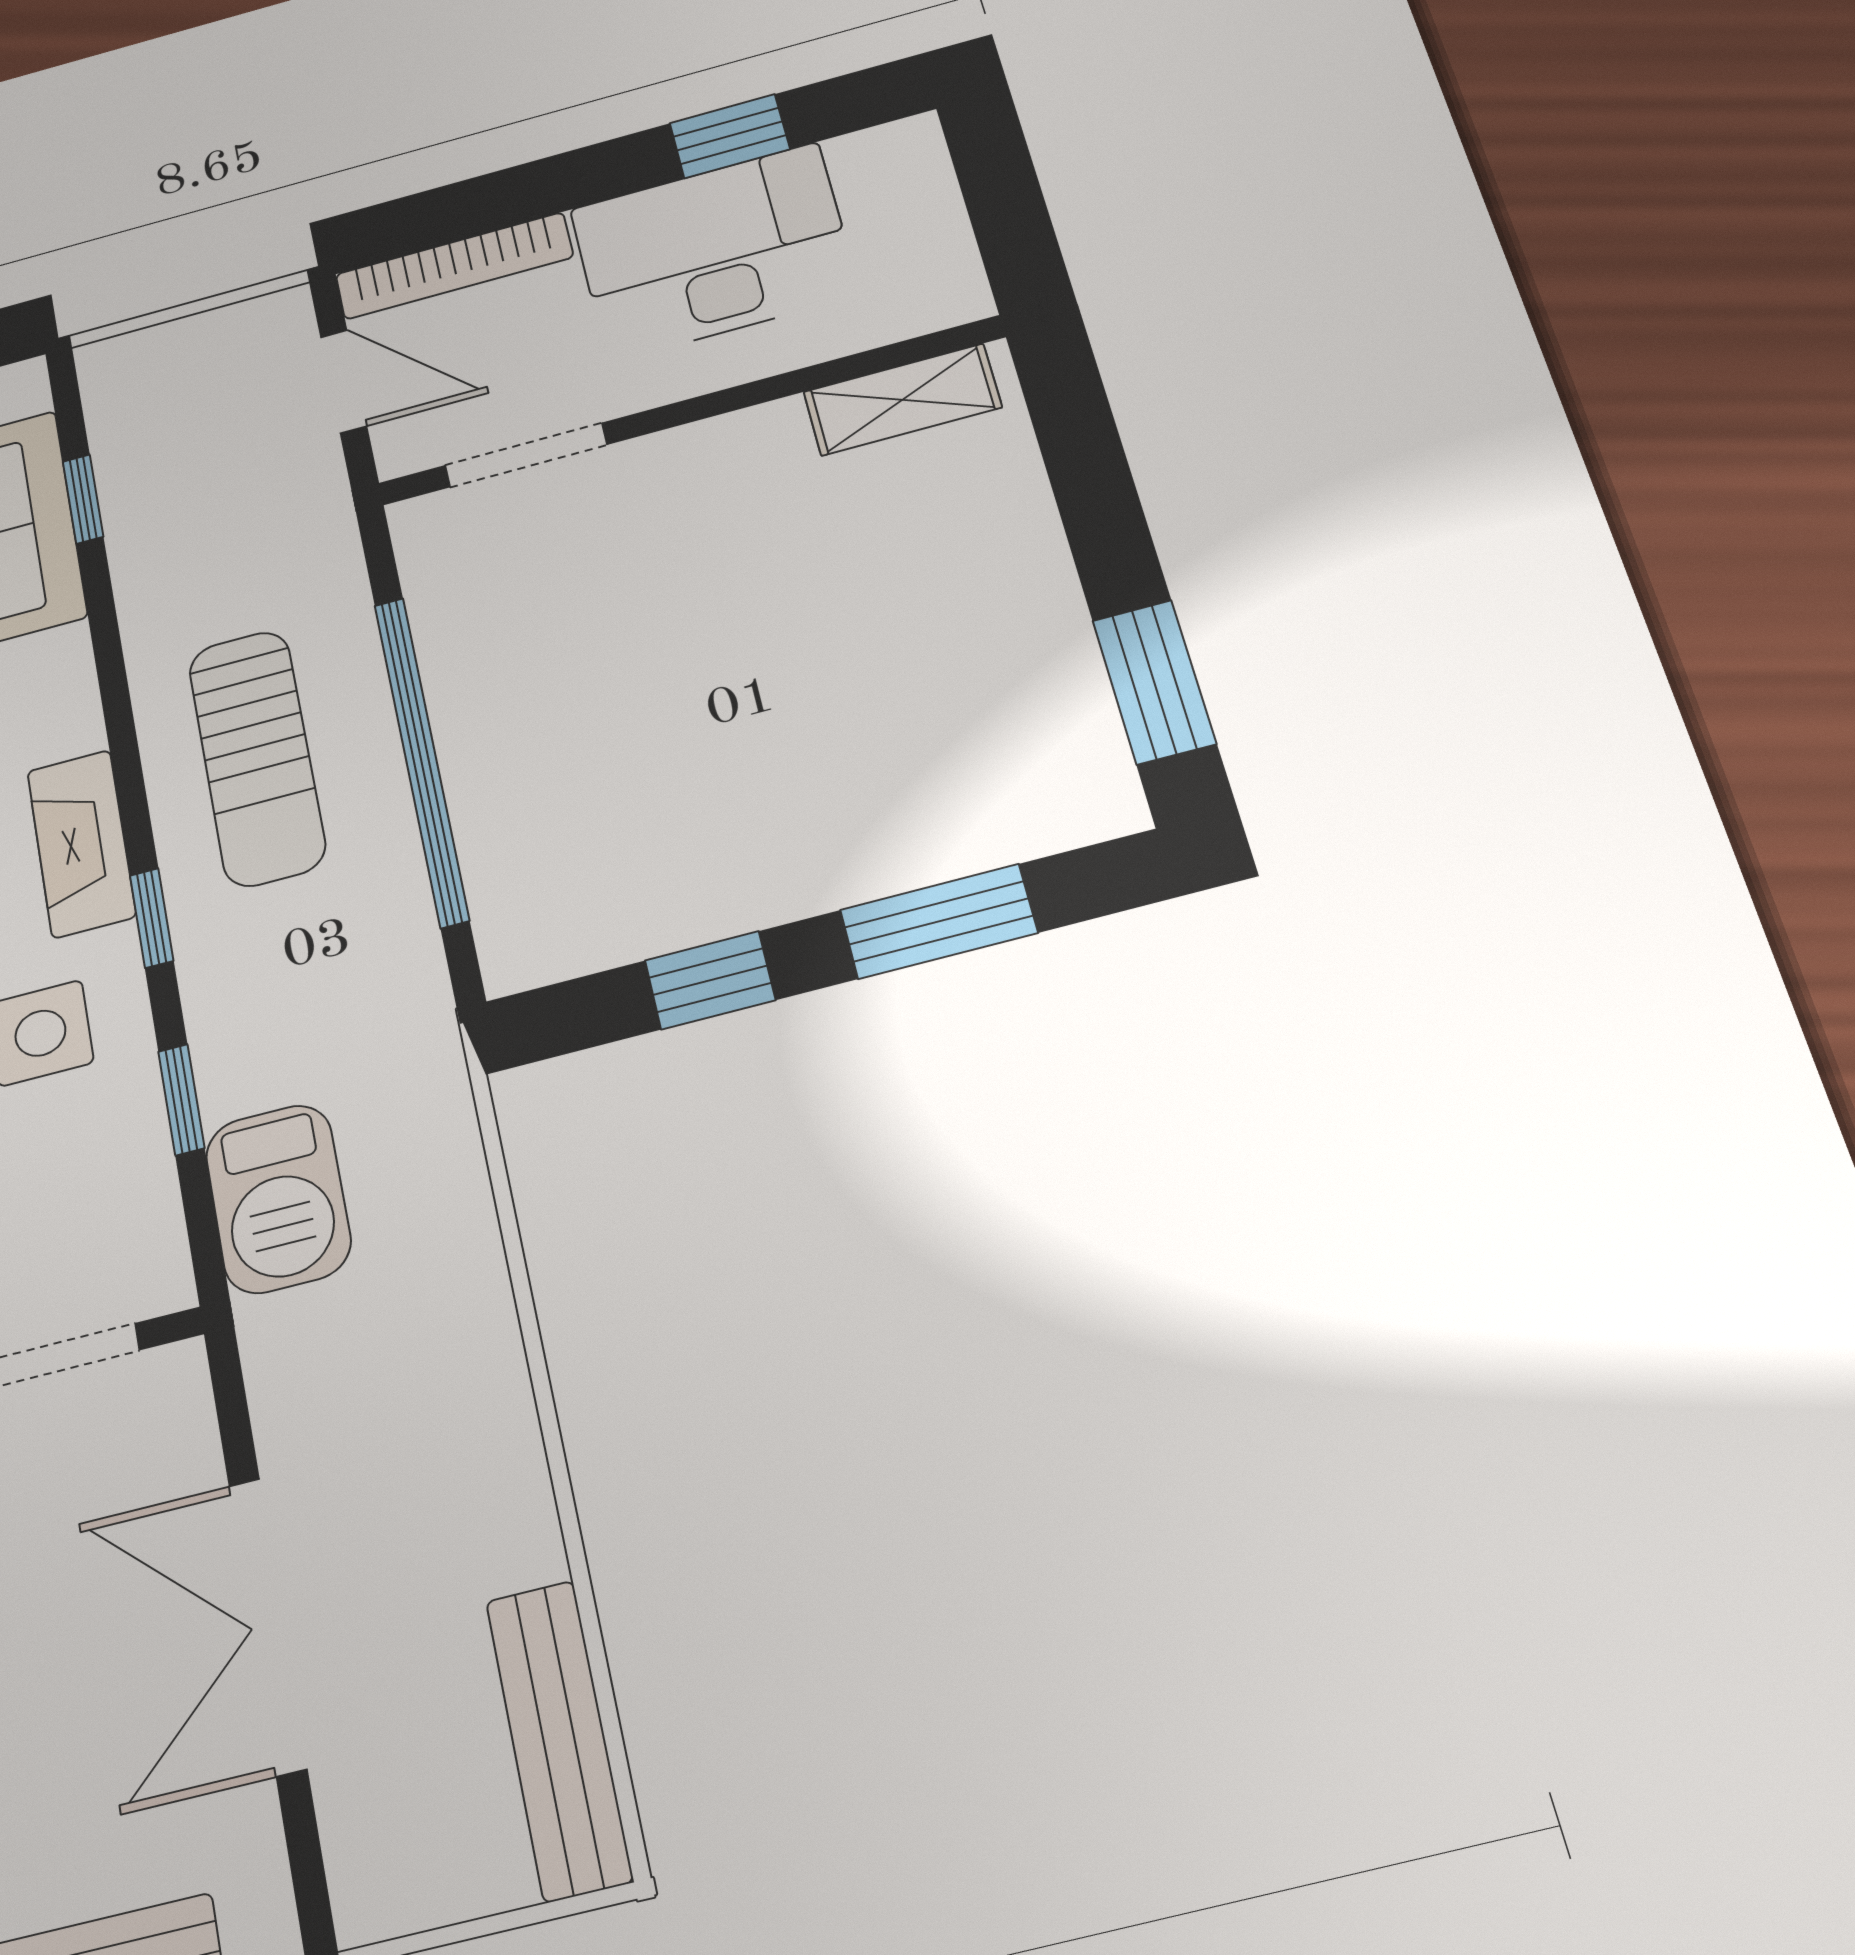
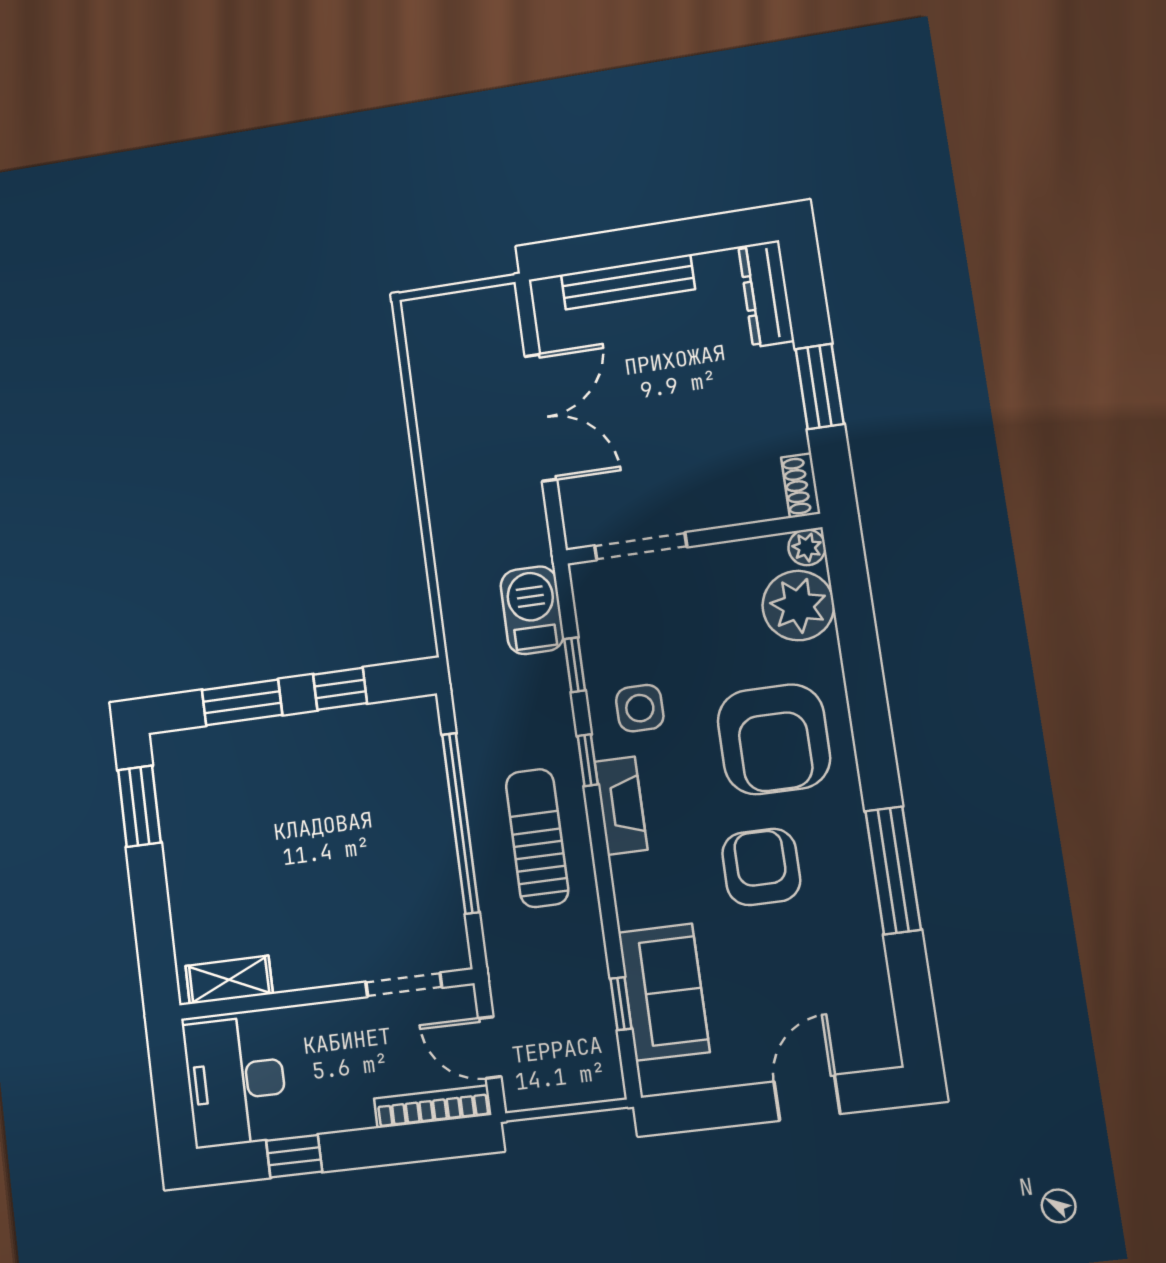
desk: (714, 252) -> (236, 1081), moved, turned 90
bench: (559, 1739) -> (425, 359), removed

